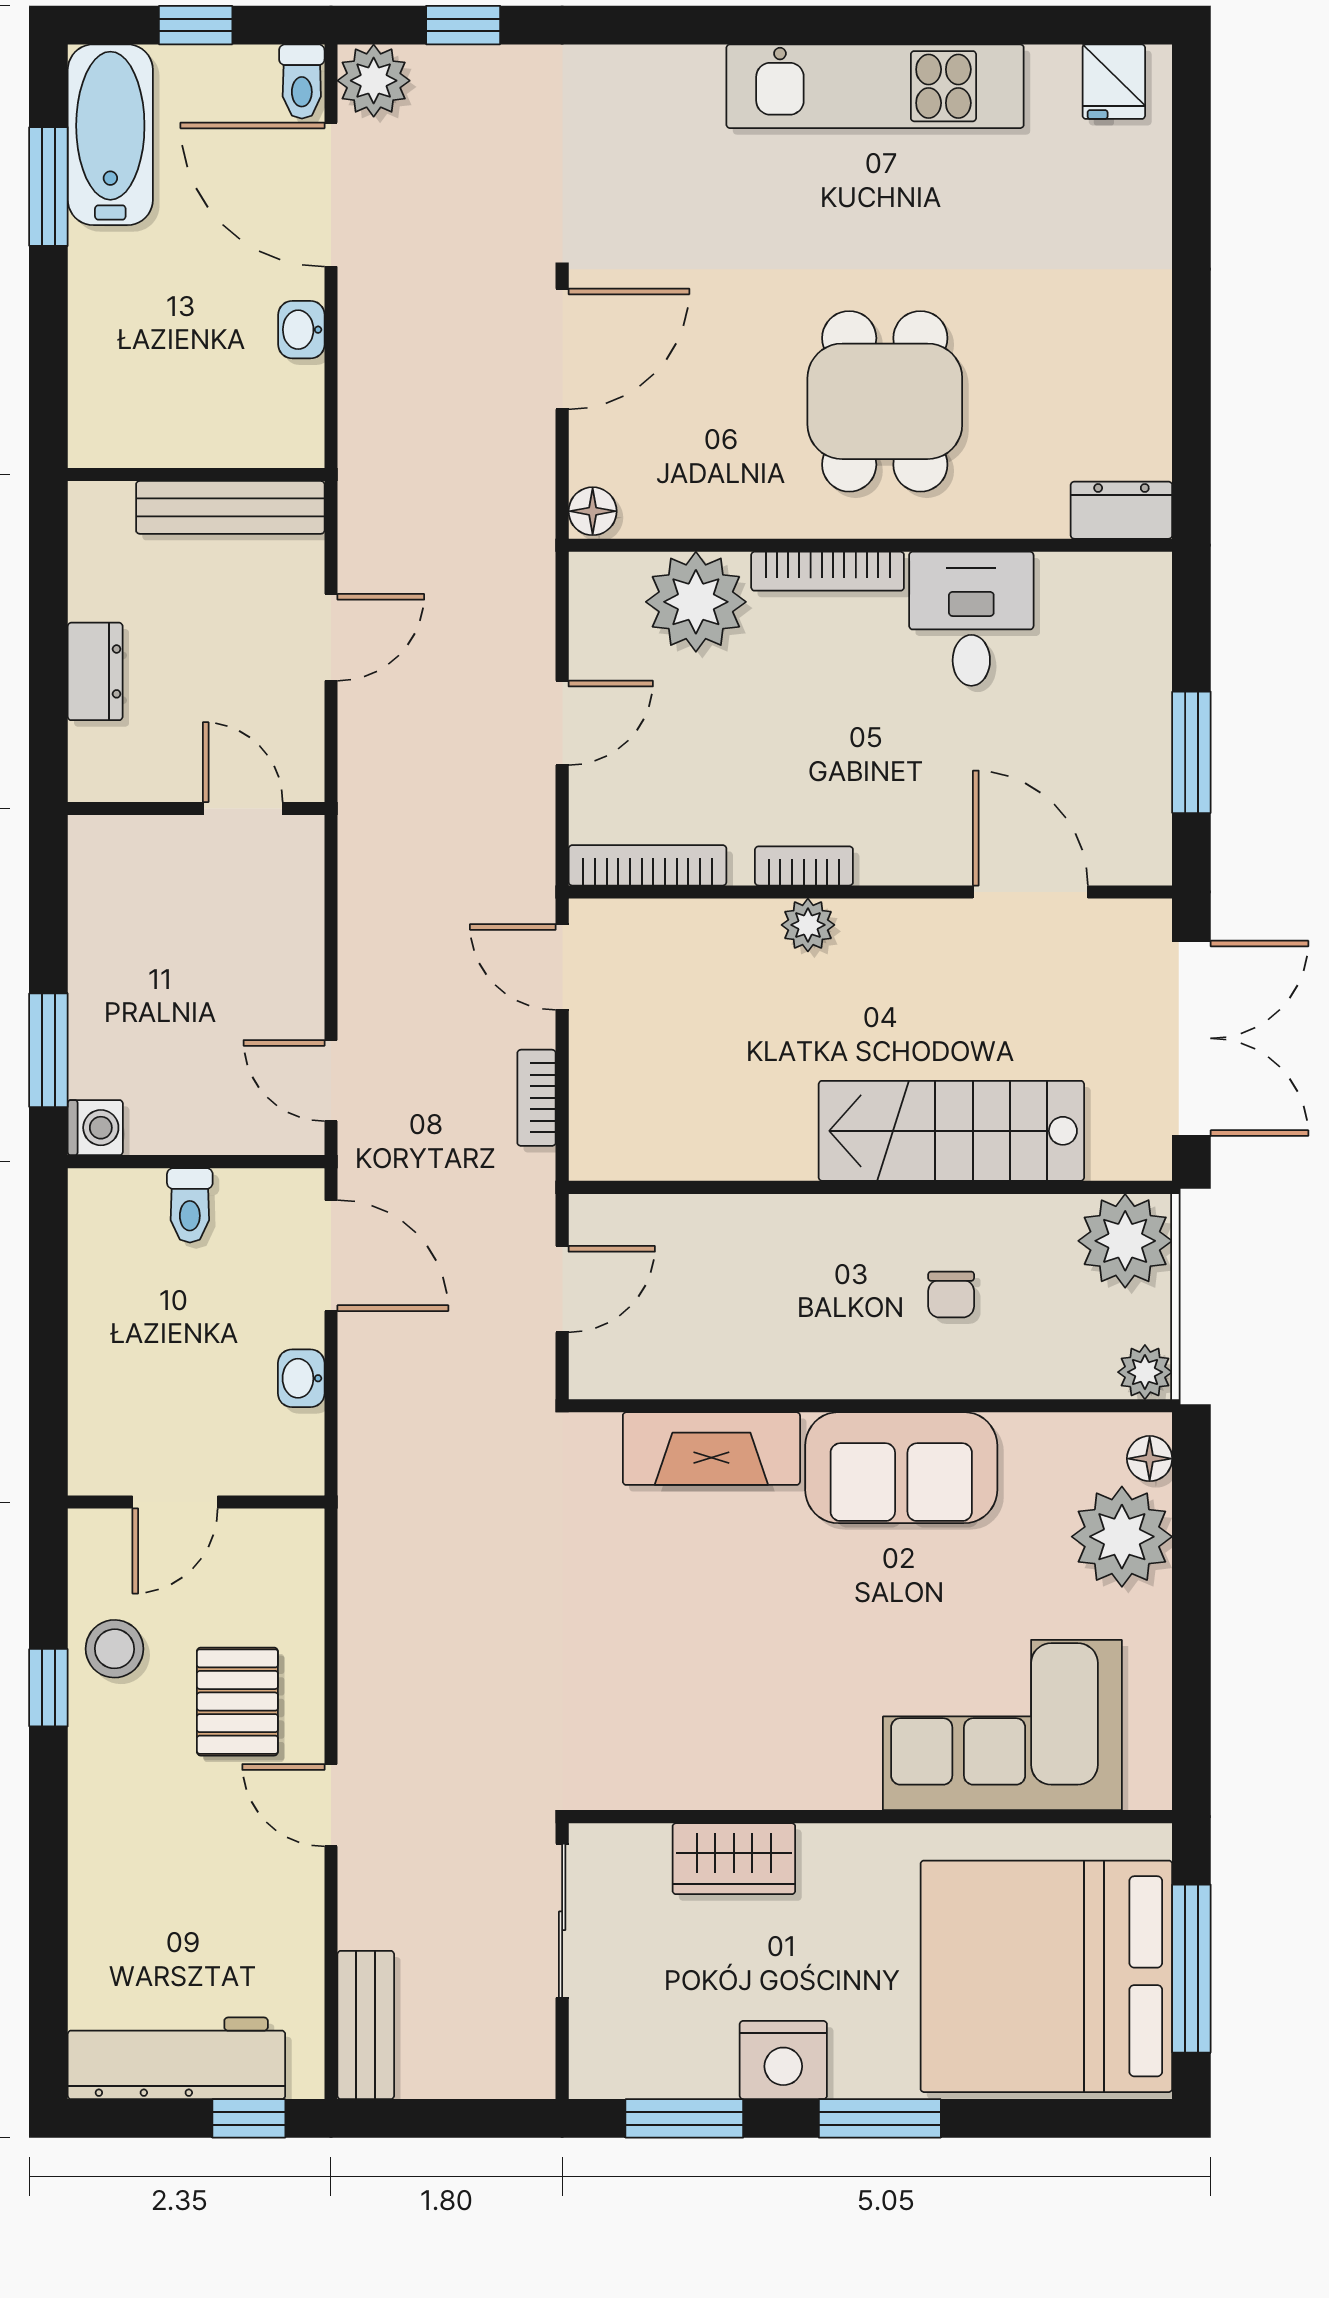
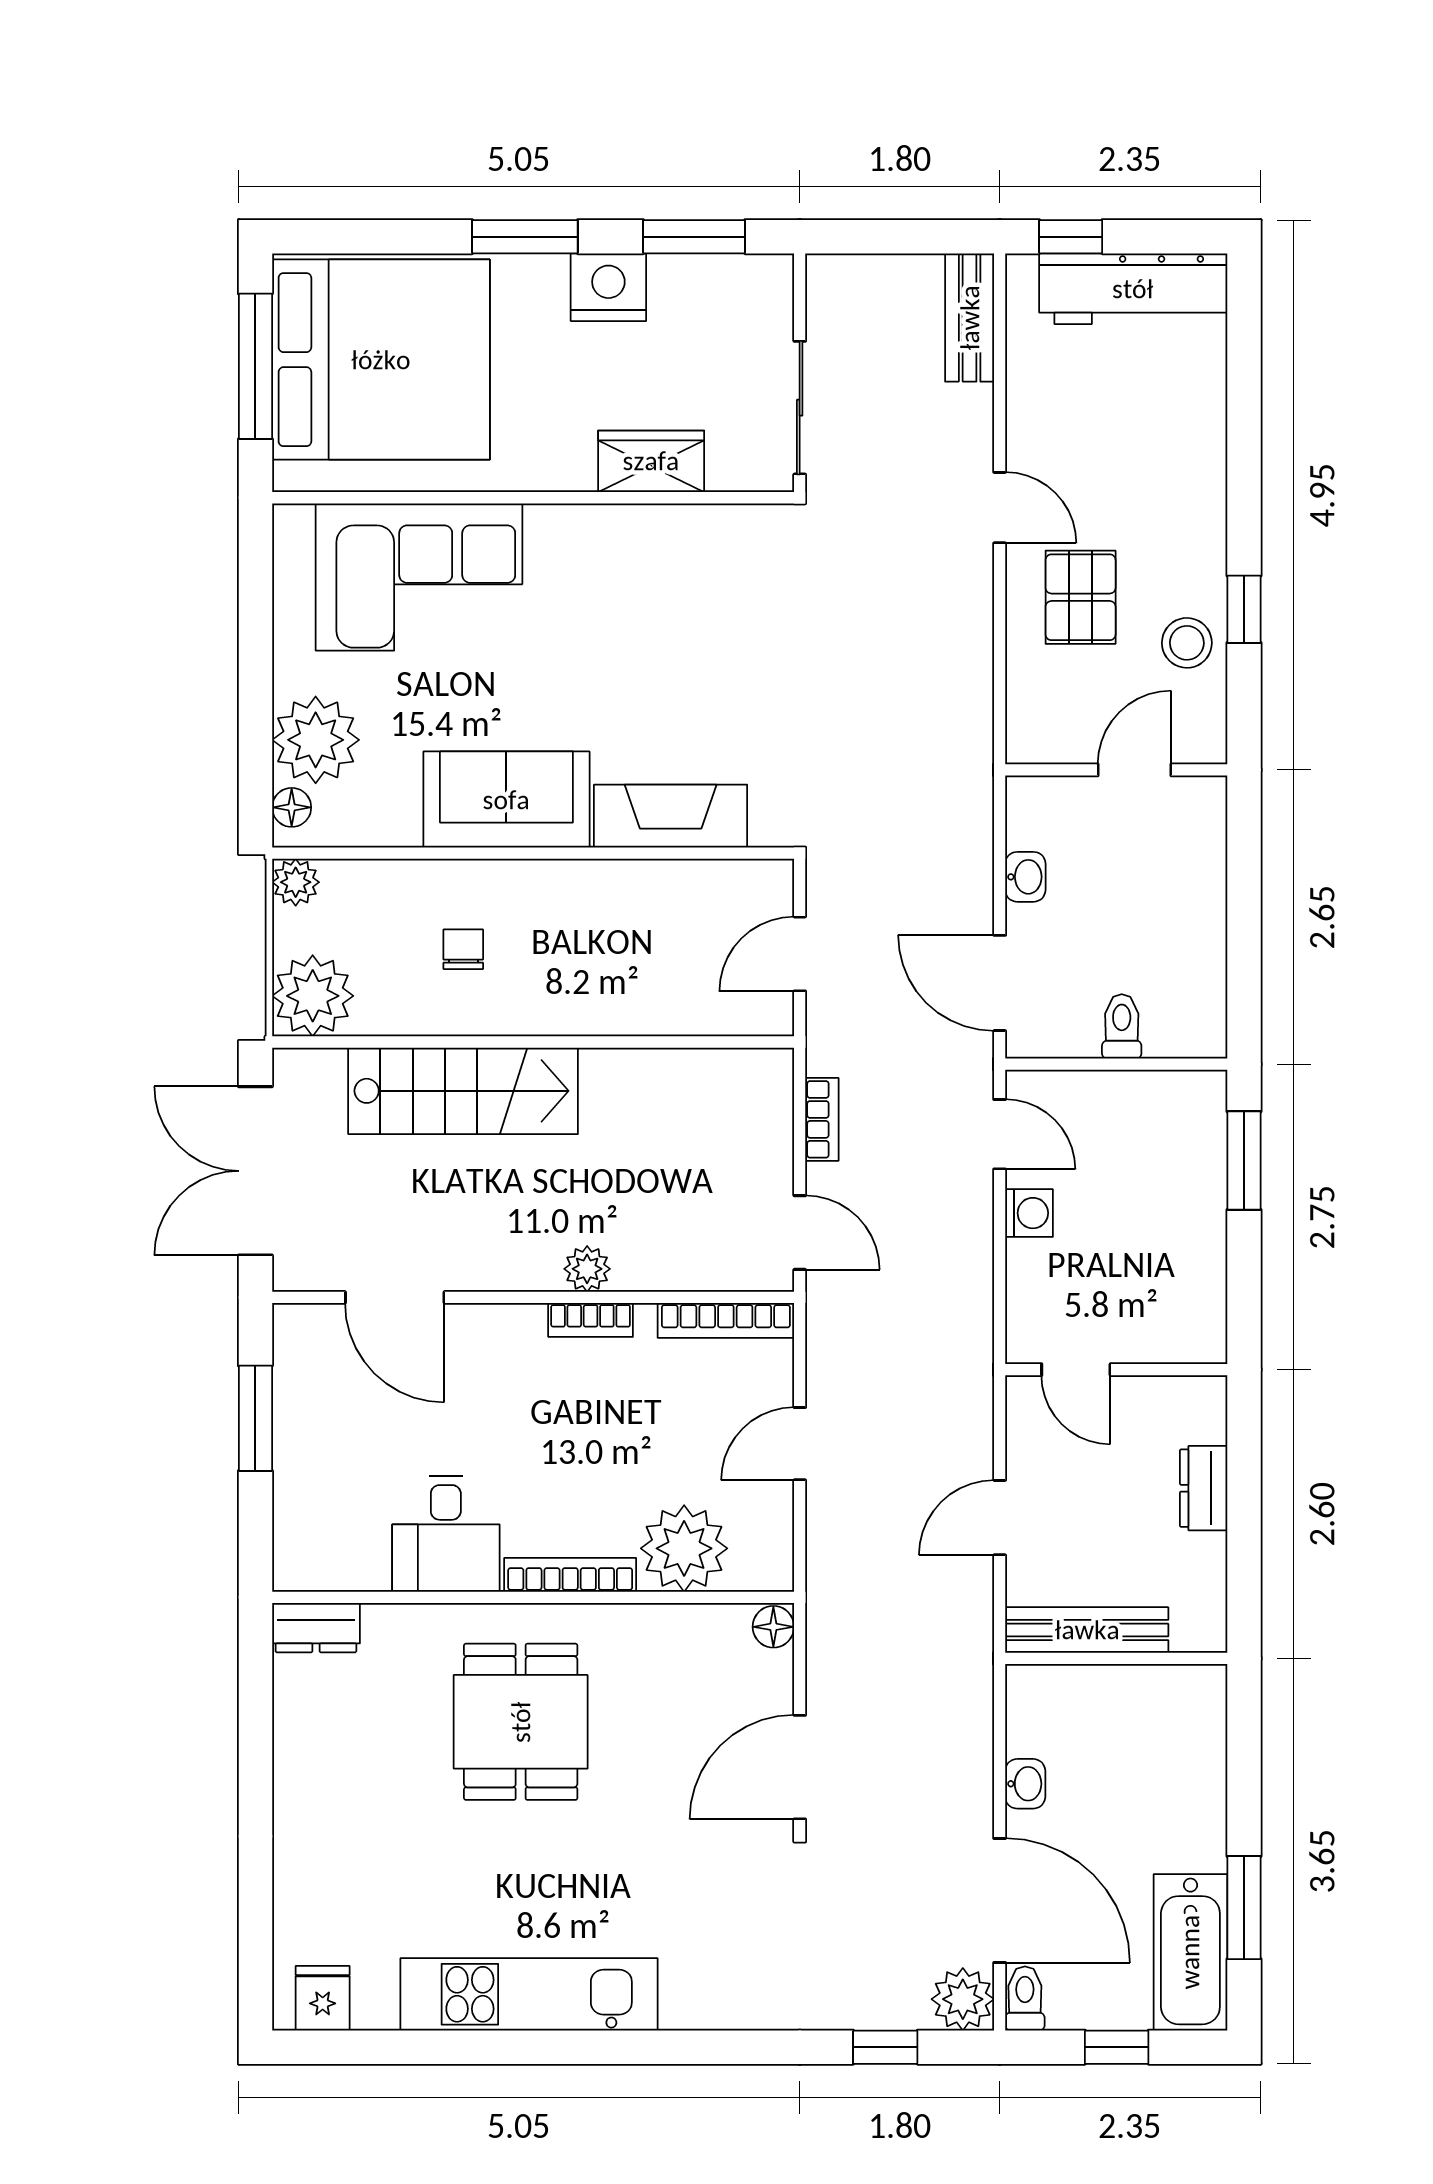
washing machine: (95, 1128) -> (1029, 1213), moved, turned 180

